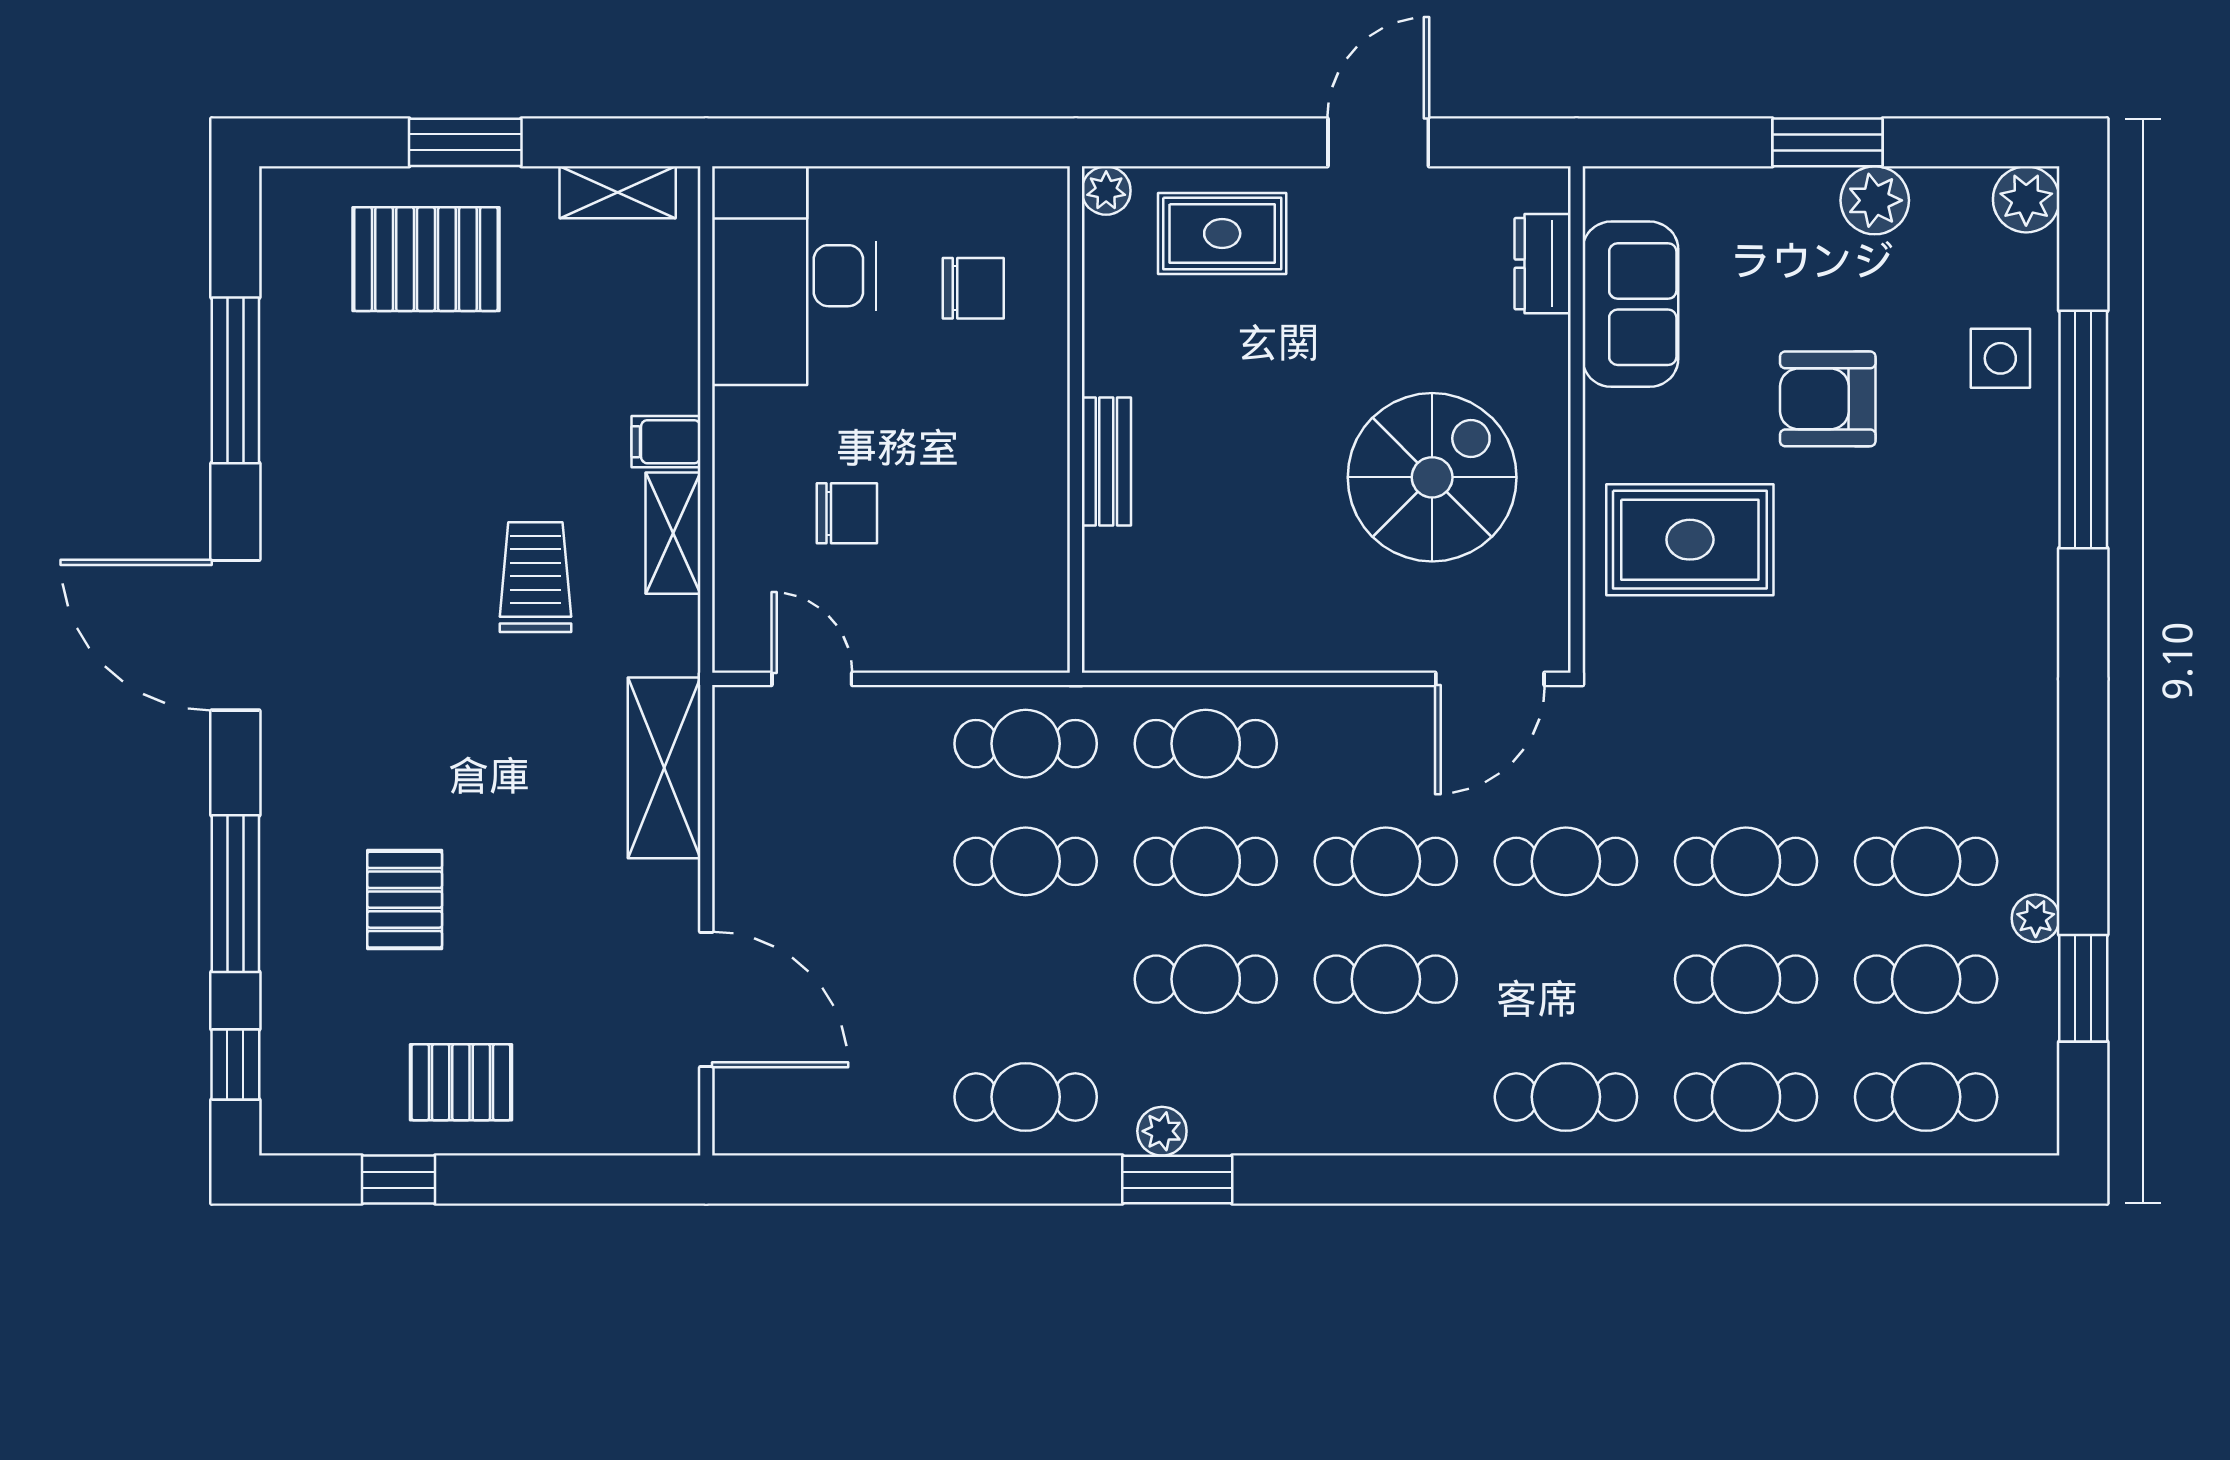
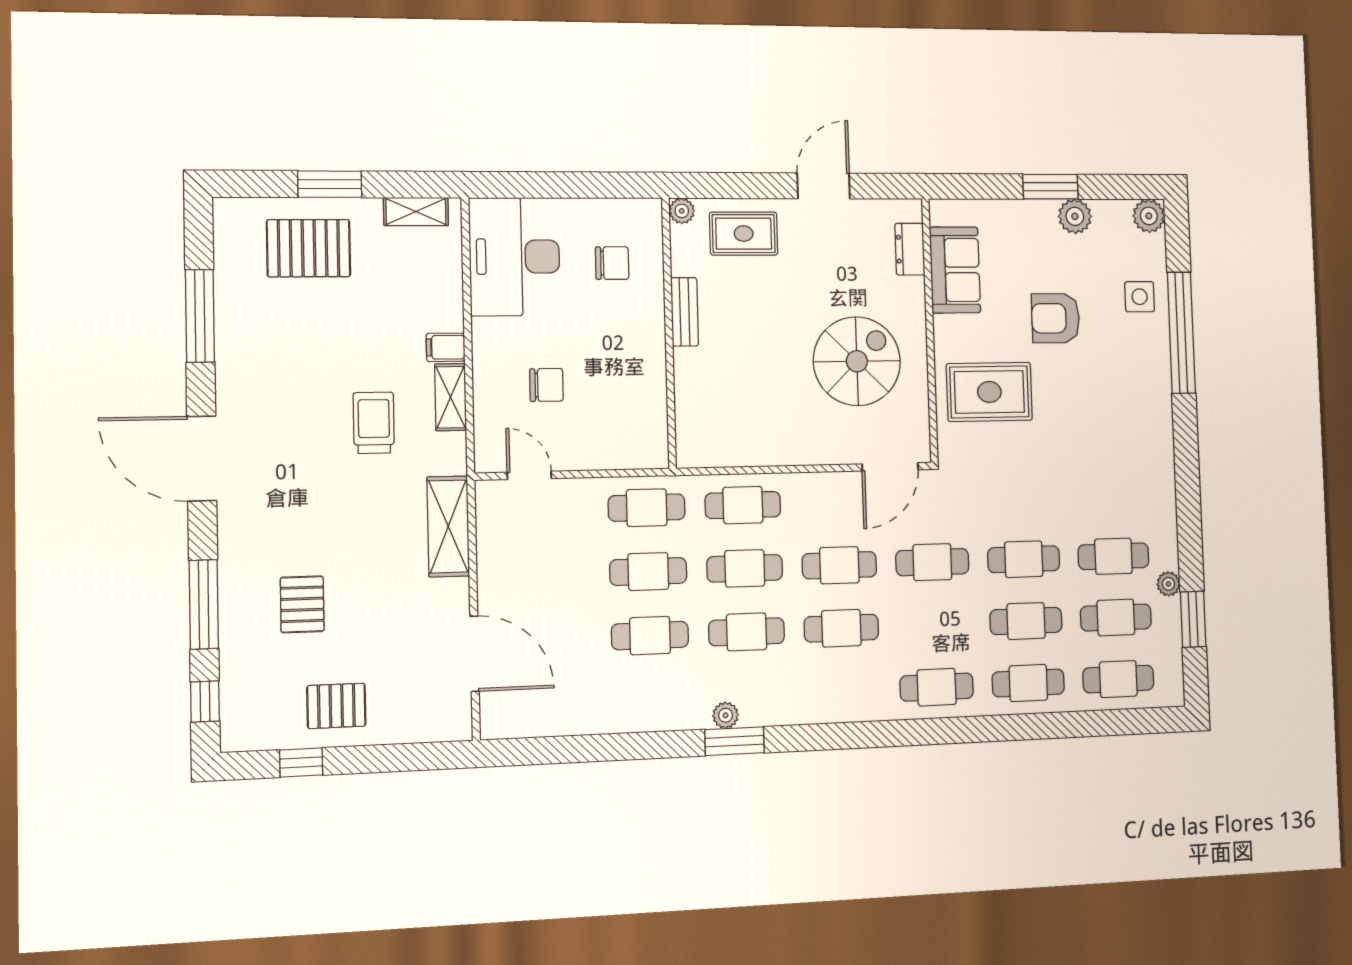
bench: (1106, 461) -> (685, 312), moved
cafe table: (1026, 1097) -> (650, 636), moved

